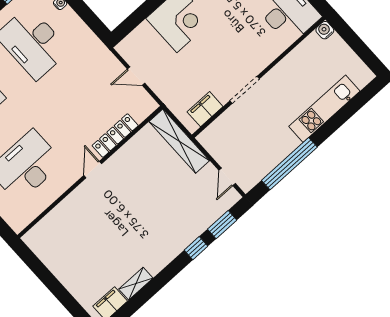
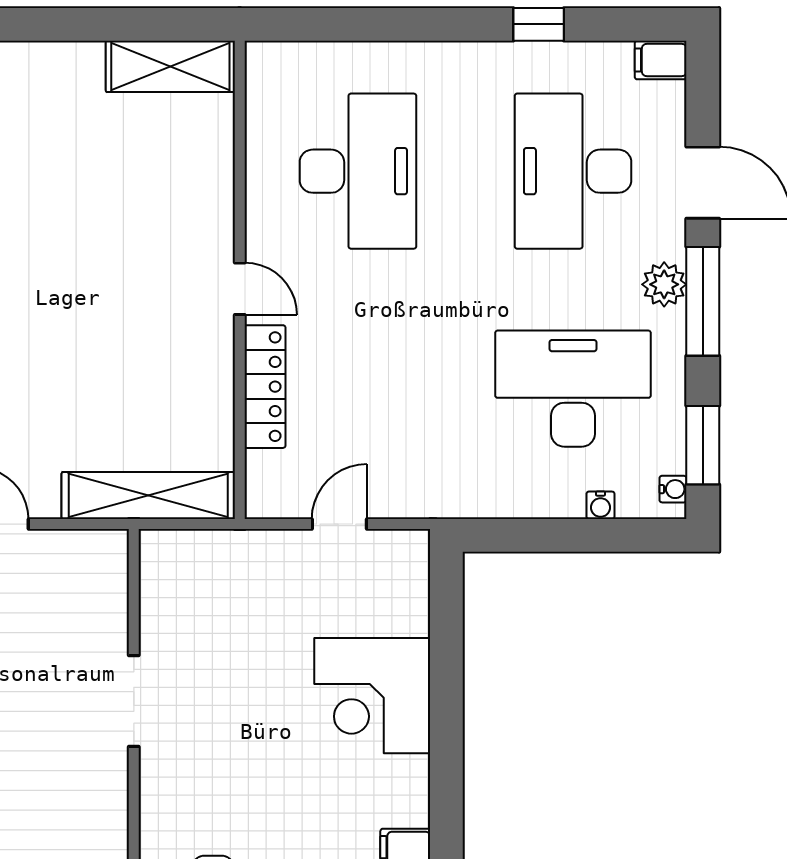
filing cabinet: (205, 109) -> (164, 596), removed
shelving: (45, 250) -> (170, 66), added

